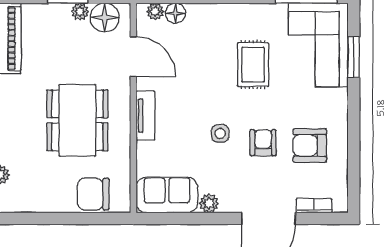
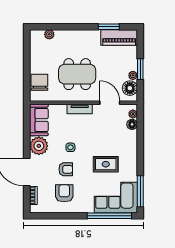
door: (133, 57) -> (110, 103), swing flipped
window: (354, 57) -> (109, 216), width x2.11
plant: (209, 203) -> (39, 146), width x1.87, depth x1.87

